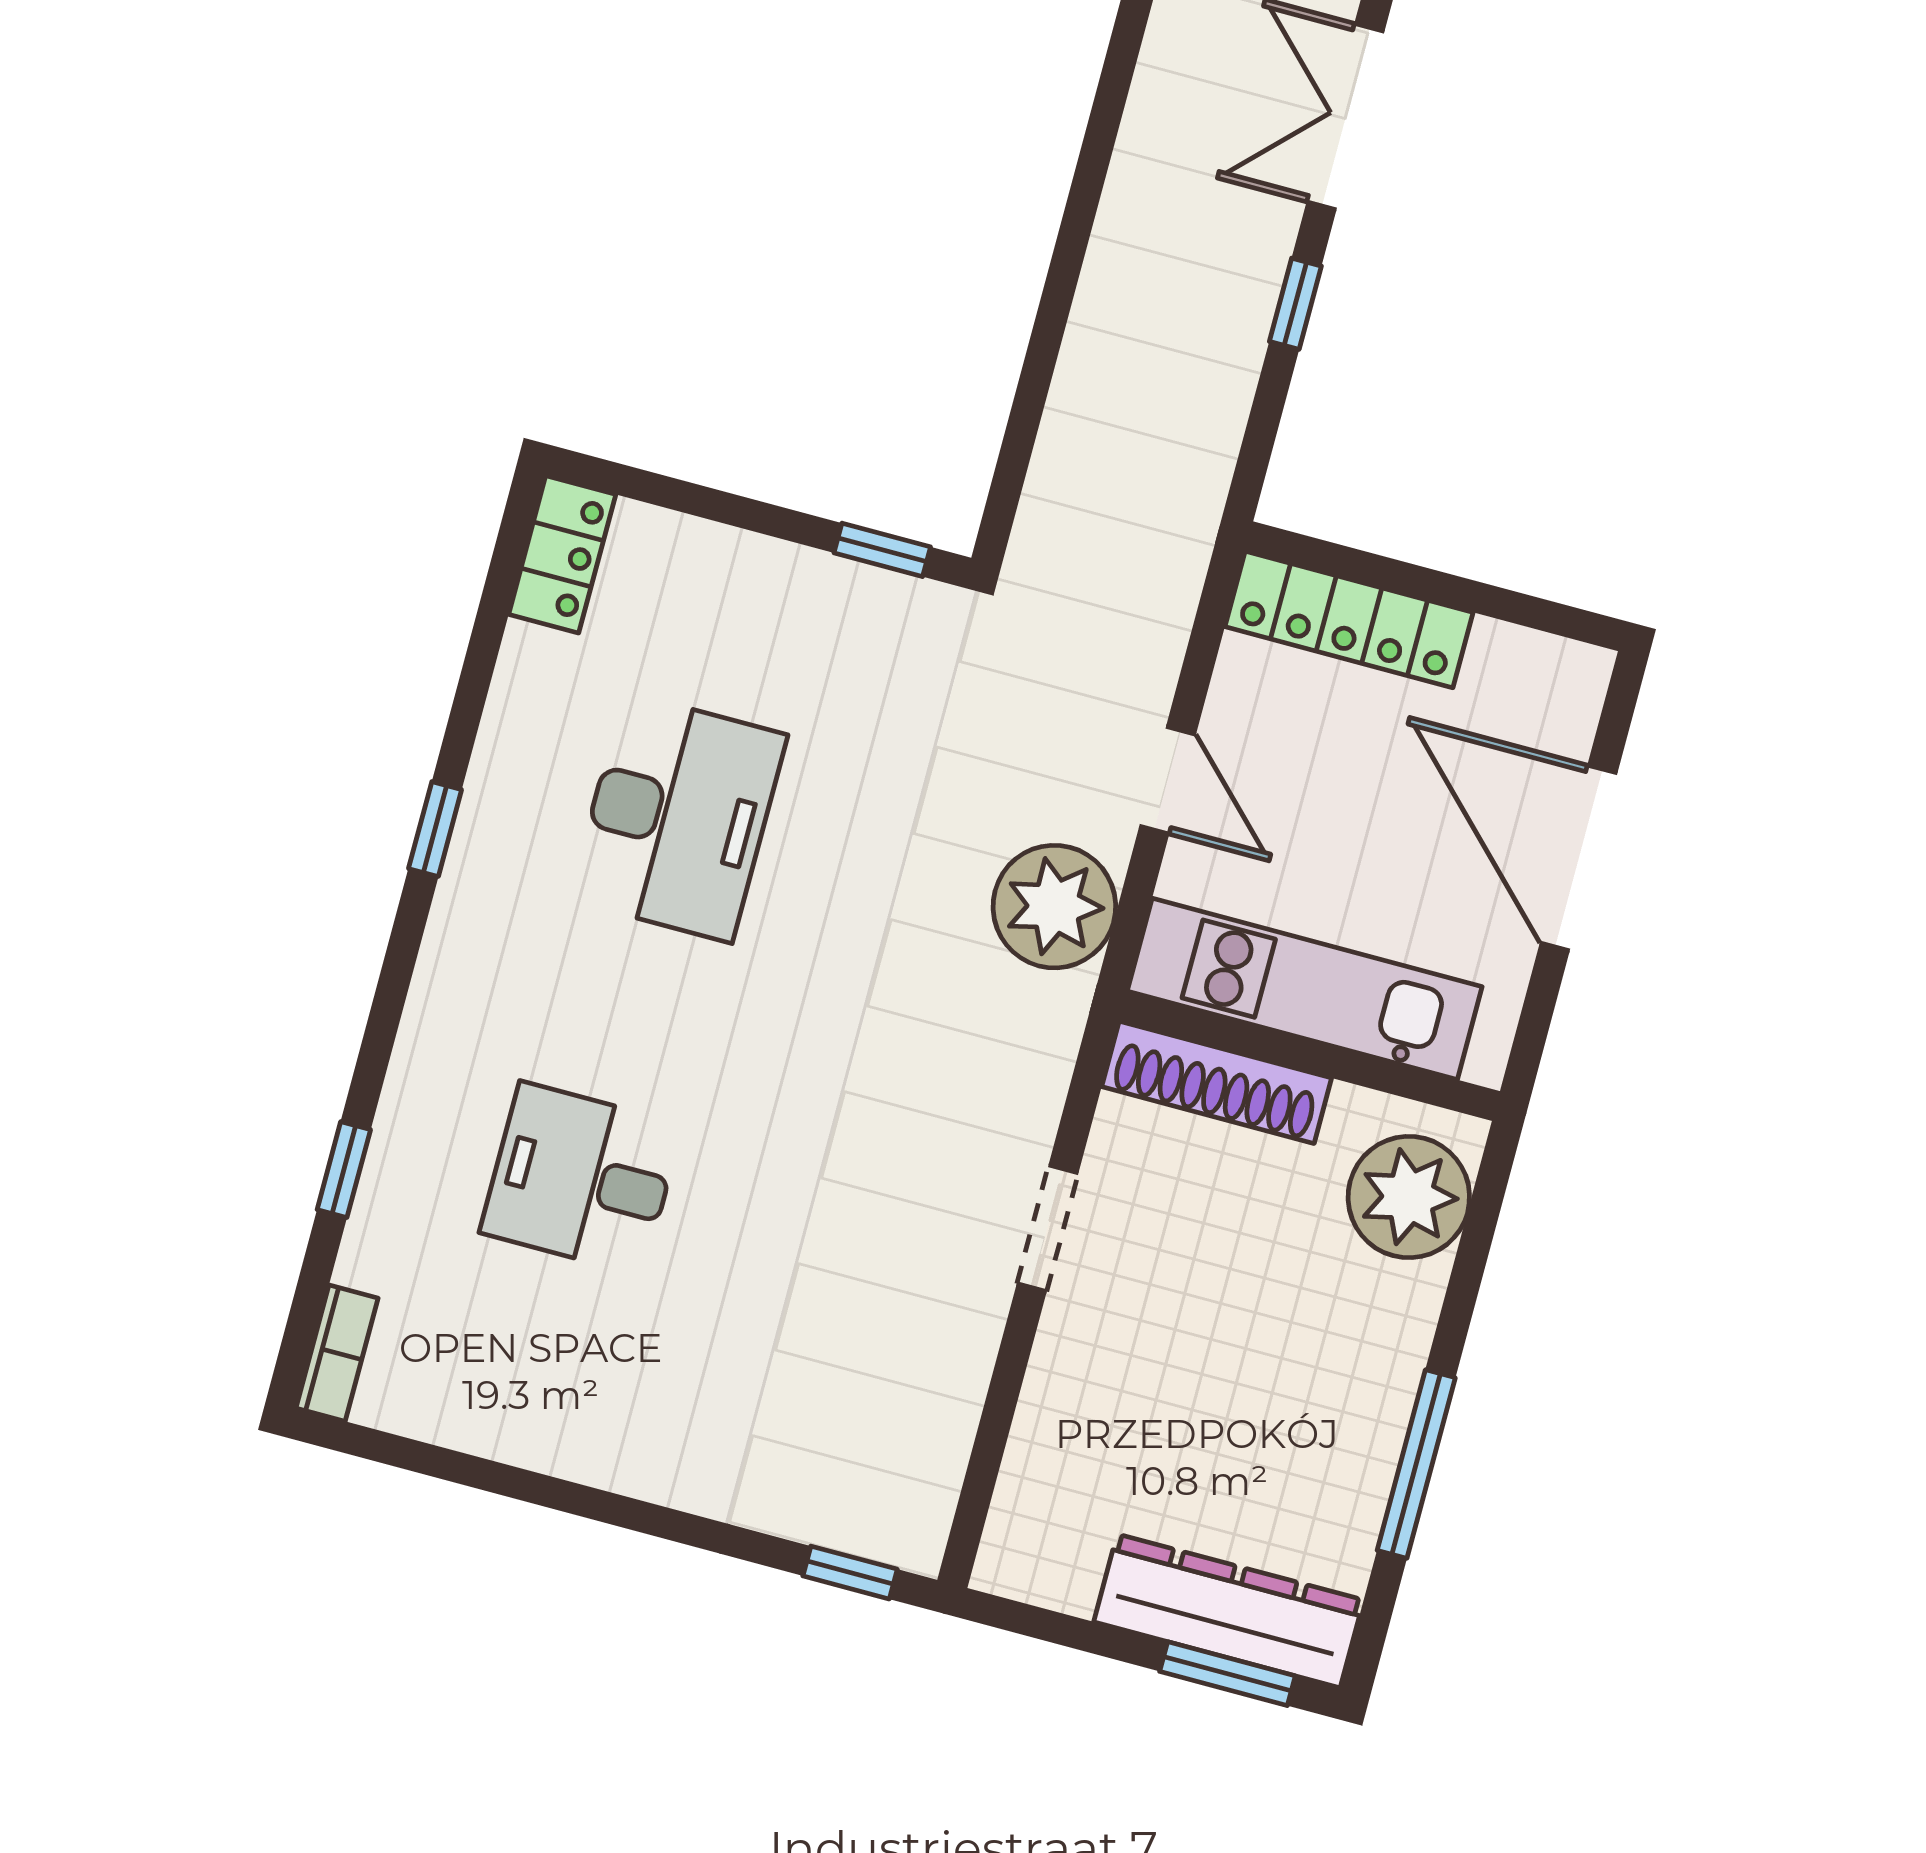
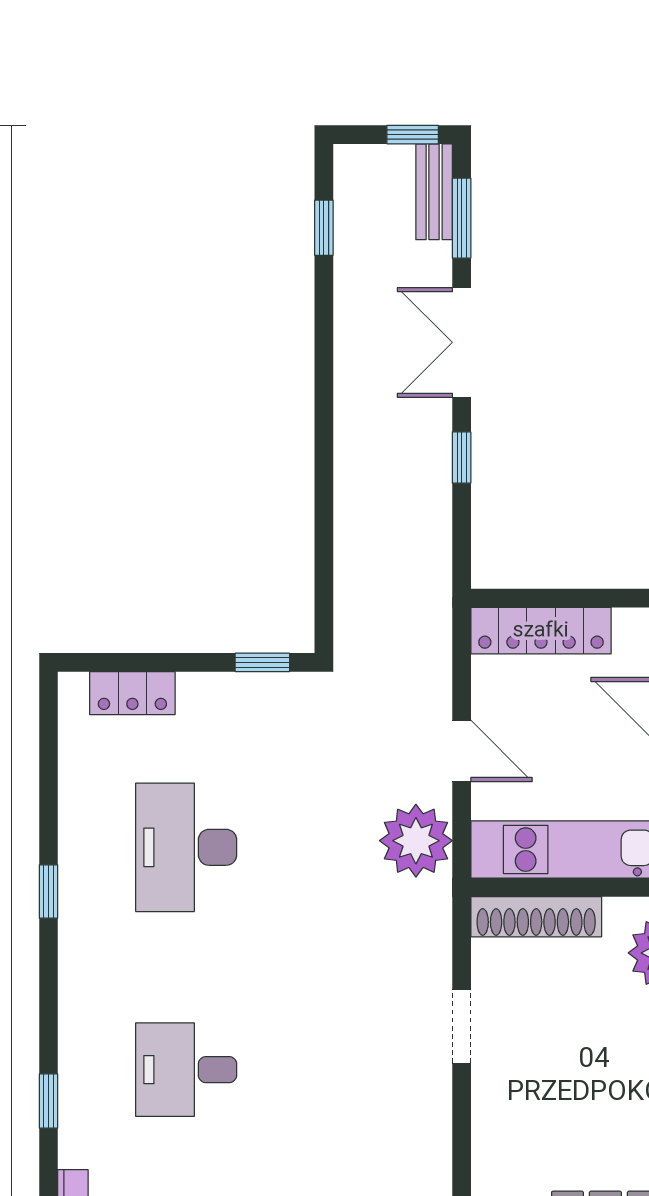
locker: (562, 554) -> (132, 693), moved, turned 90
desk: (678, 817) -> (186, 847), turned 180

